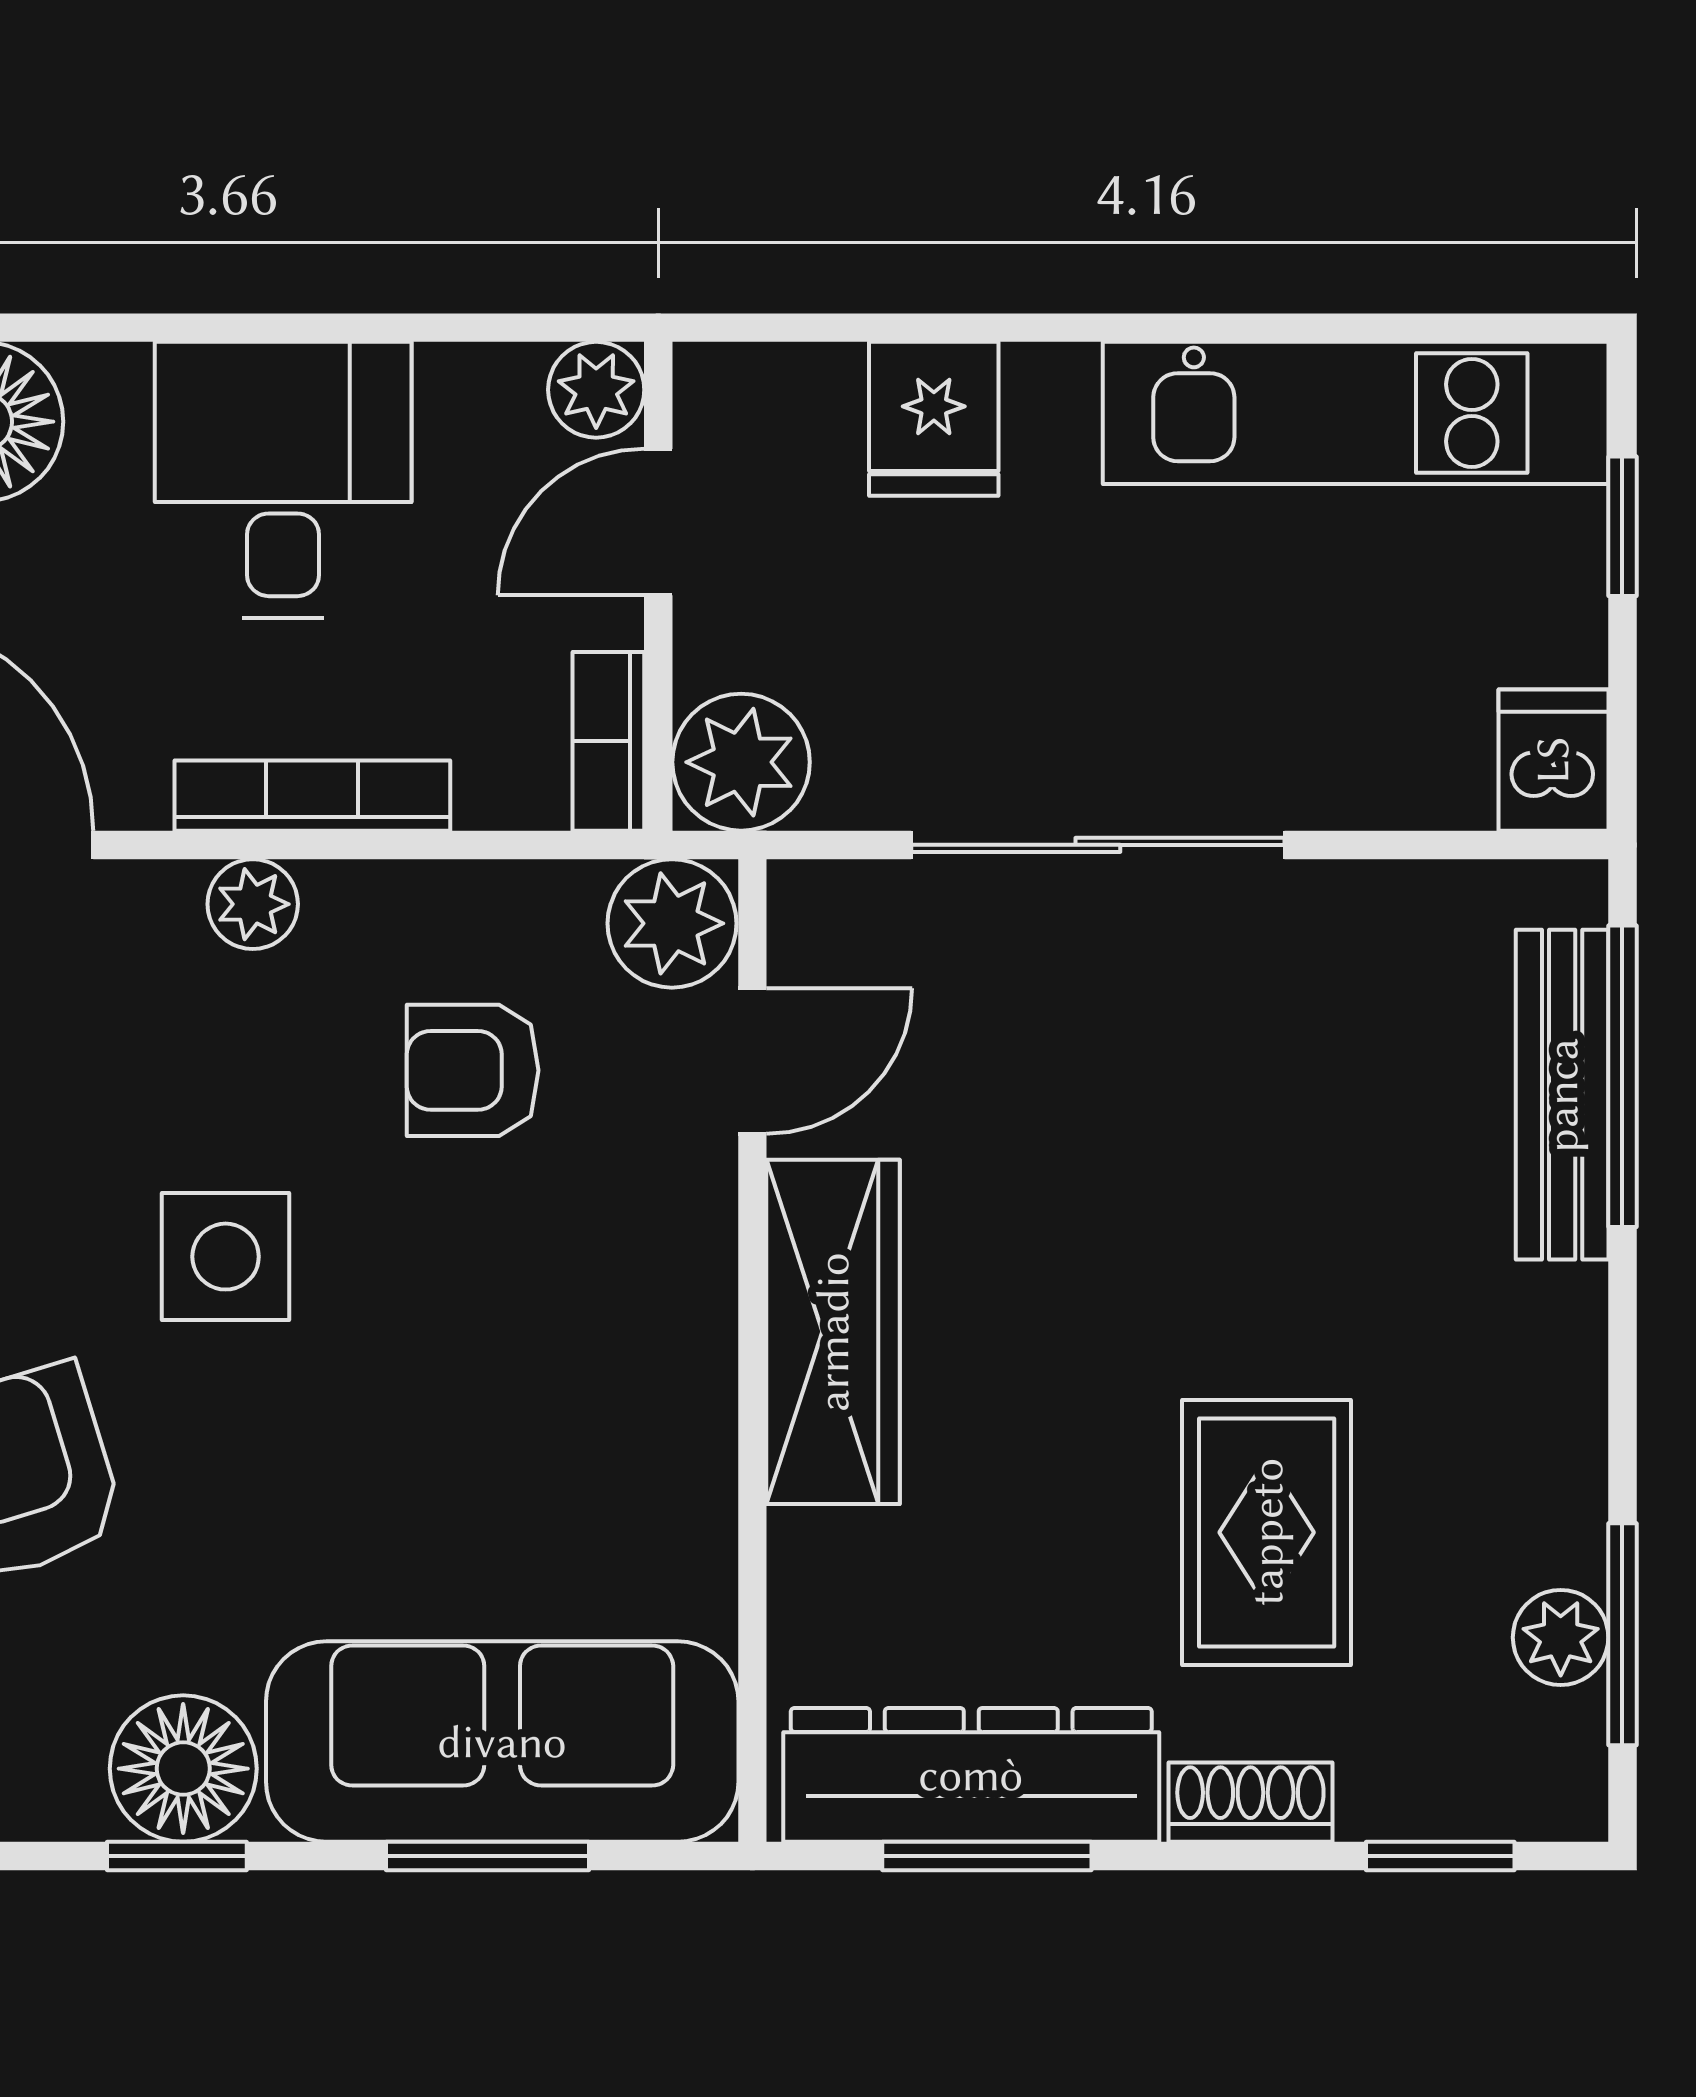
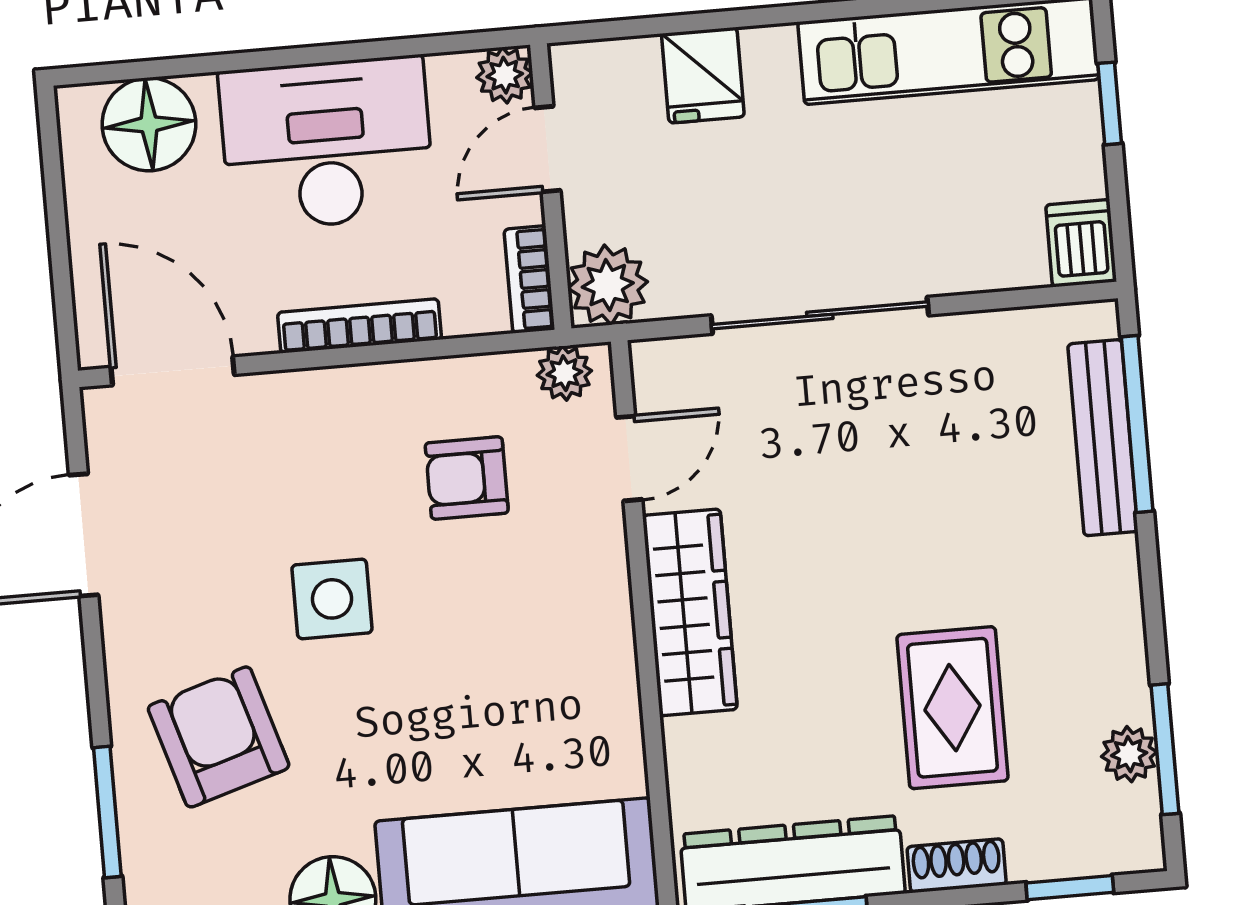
desk: (283, 480) -> (327, 143), width x1.37
plant: (253, 904) -> (330, 392), removed
plant: (672, 923) -> (564, 373), width x0.73, depth x0.73

